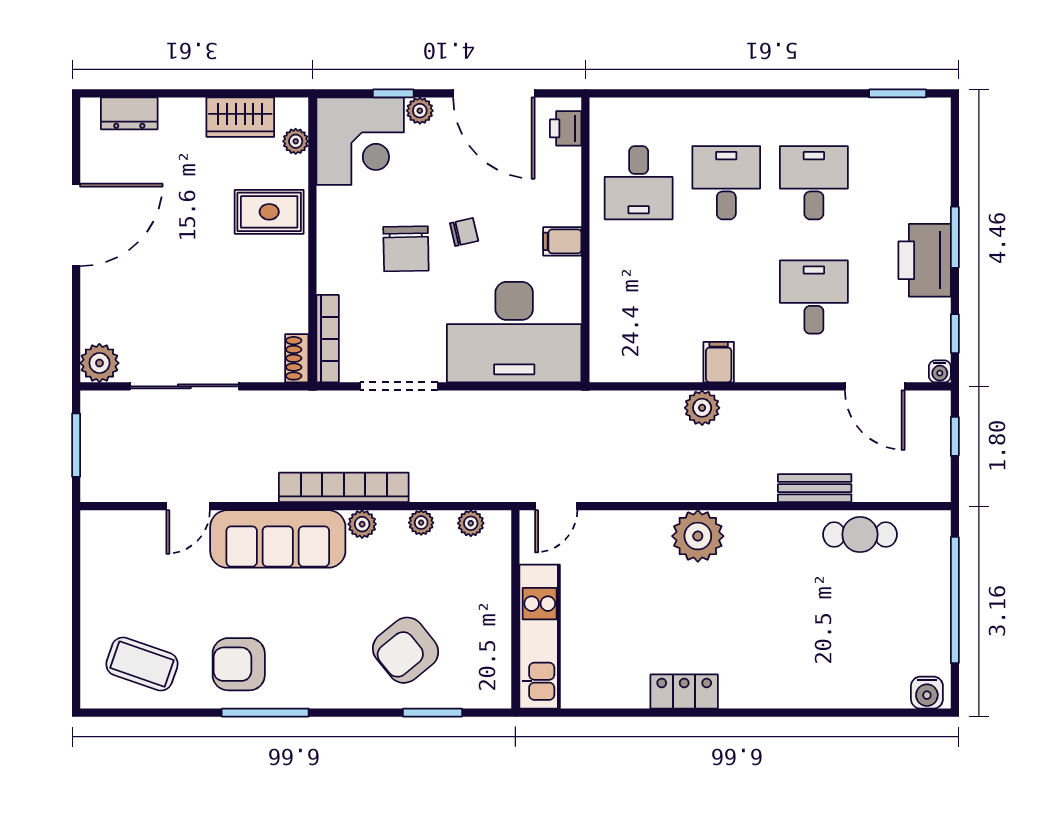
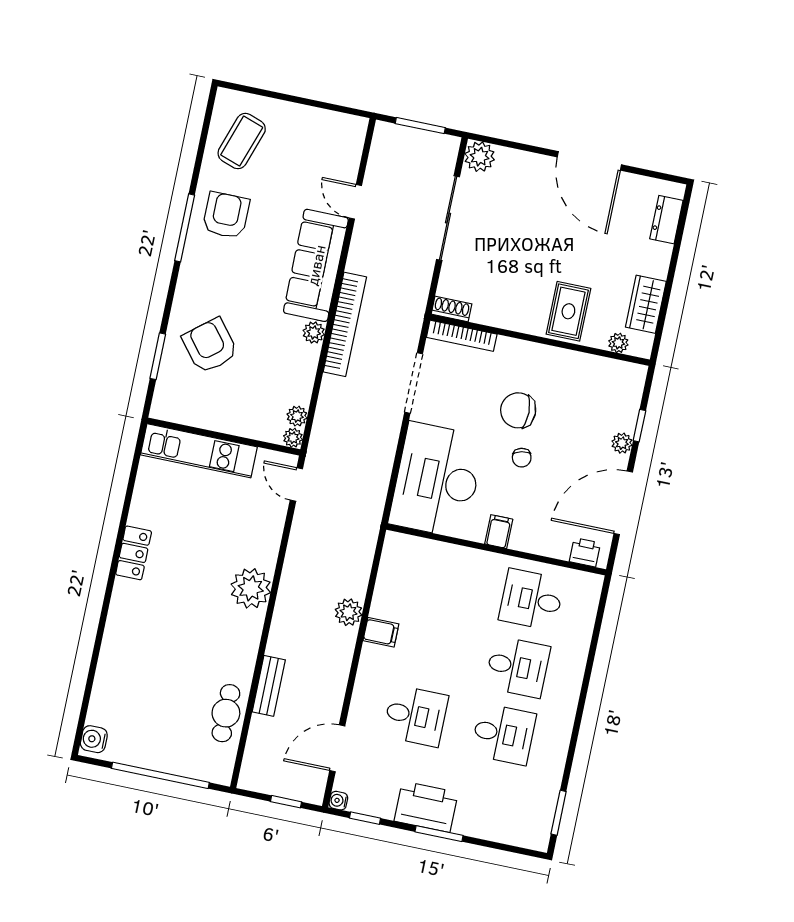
corner desk: (360, 141) -> (608, 392), removed
plant: (421, 523) -> (293, 438), moved

